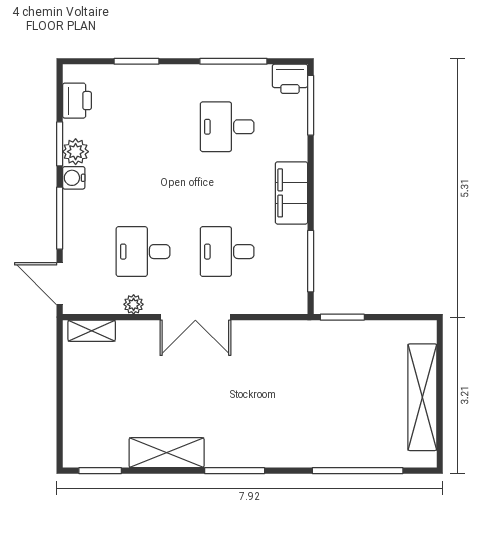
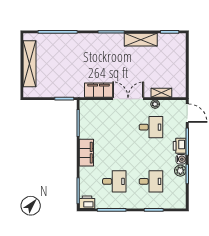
printer: (77, 101) -> (180, 146), moved
desk: (227, 252) -> (151, 181), moved
shelving: (92, 331) -> (161, 93), moved
filing cabinet: (264, 337) -> (98, 90), added

